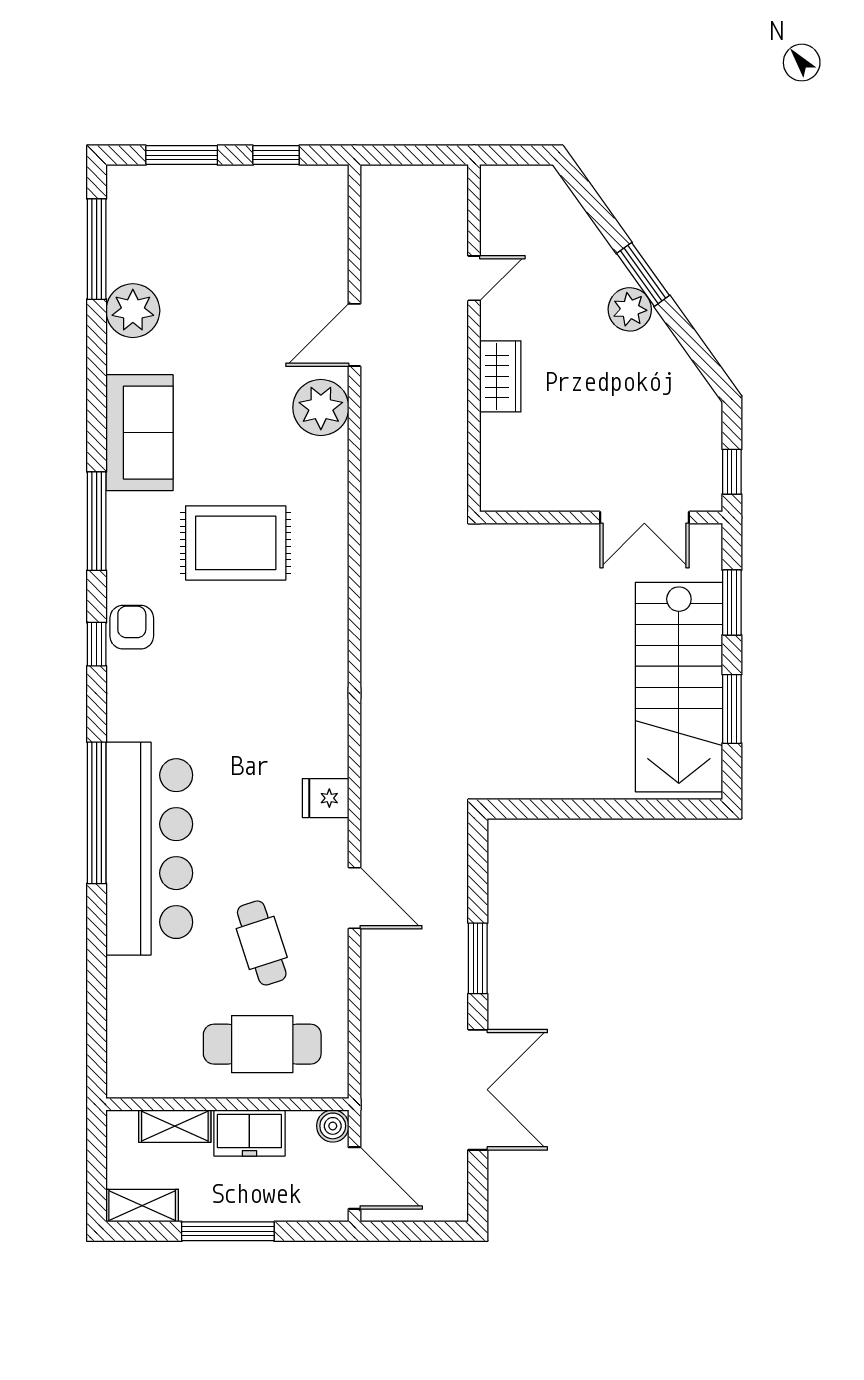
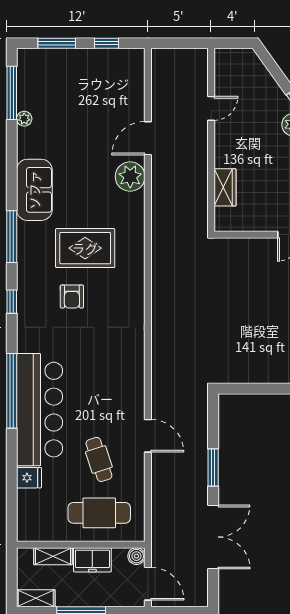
plant: (133, 311) -> (24, 119), width x0.53, depth x0.53
wardrobe: (500, 376) -> (225, 187), moved
armchair: (132, 627) -> (72, 297), moved, turned 180
fridge: (326, 798) -> (29, 478), moved, turned 180

